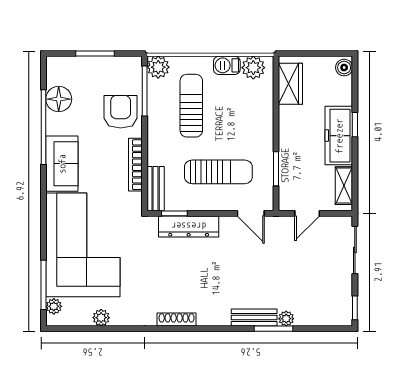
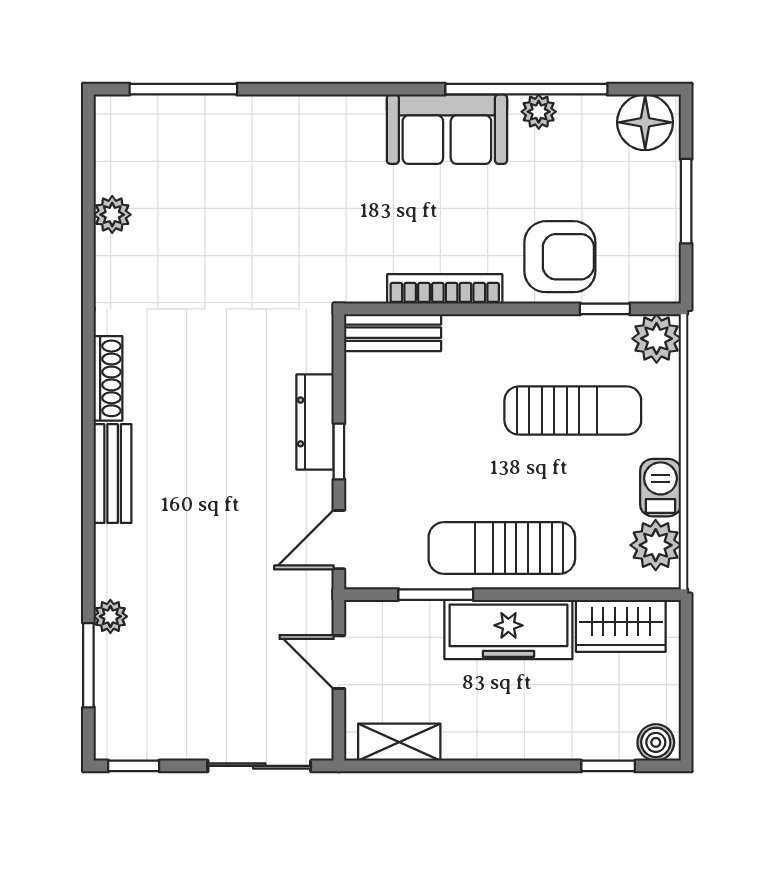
window: (145, 91) -> (605, 309), width x0.46
floor lamp: (59, 99) -> (645, 122), moved
window: (355, 125) -> (608, 766), moved
freezer: (339, 136) -> (508, 630), moved, turned 180
sun lounger: (218, 172) -> (502, 548), moved, turned 90
window: (174, 213) -> (339, 451), moved
dresser: (189, 226) -> (315, 422), width x0.73, depth x0.80
corner sofa: (83, 245) -> (270, 175), removed
plant: (54, 306) -> (539, 112), moved
bench: (254, 318) -> (113, 474), moved
window: (274, 329) -> (88, 665), moved

